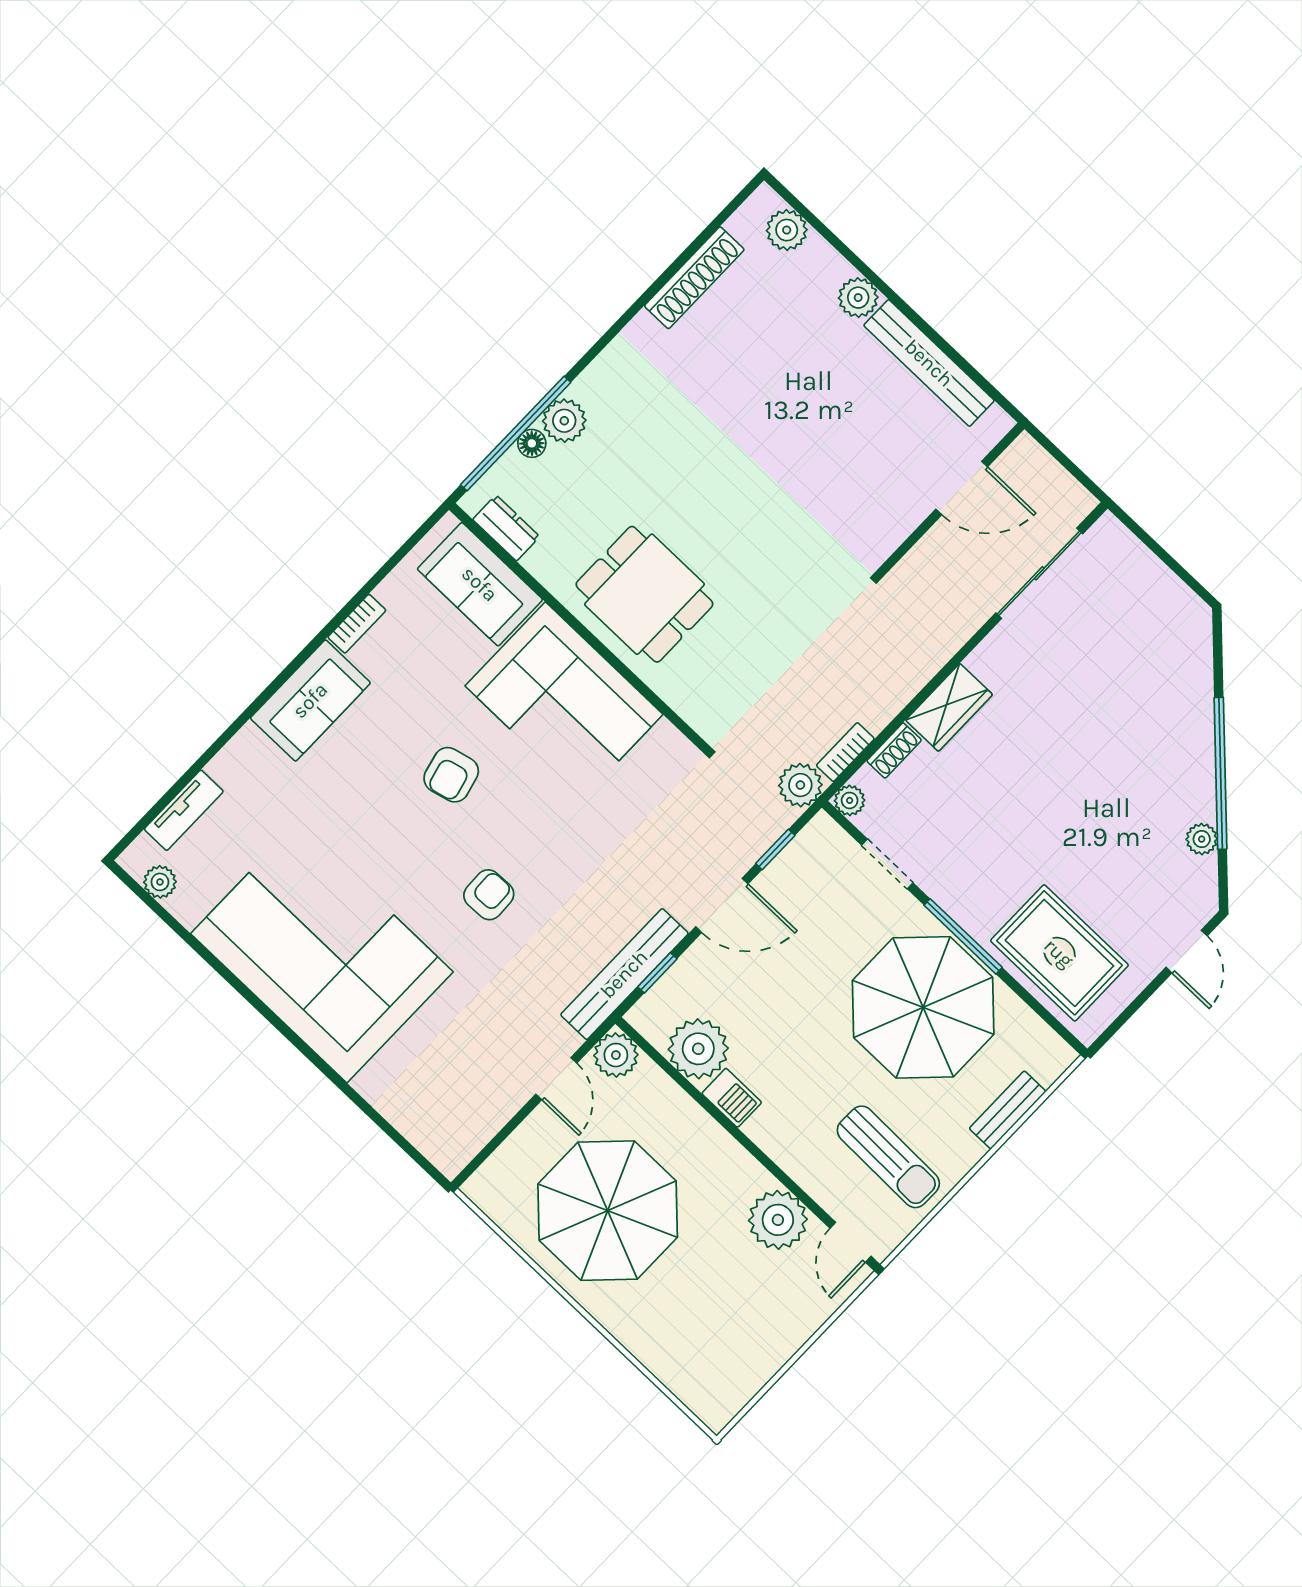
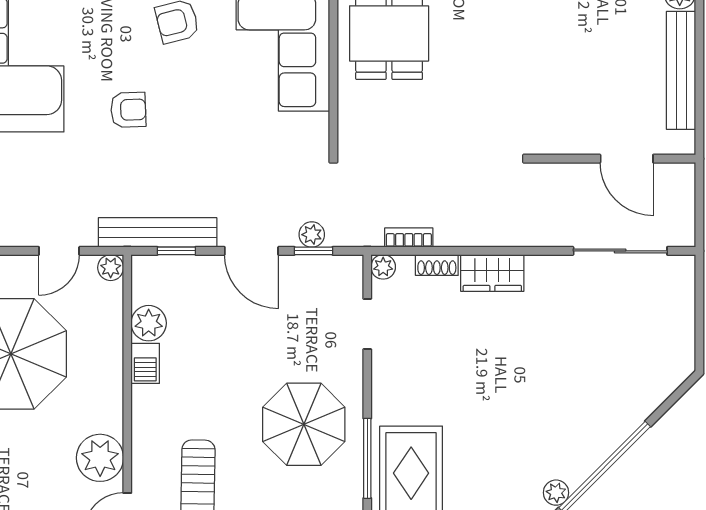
plant: (800, 785) -> (312, 235), moved, width x0.73, depth x0.73
window: (963, 936) -> (367, 458), moved
parasol: (923, 1007) -> (304, 424), width x0.73, depth x0.73
plant: (698, 1049) -> (149, 323), width x0.73, depth x0.73
plant: (616, 1055) -> (111, 268), width x0.73, depth x0.73

